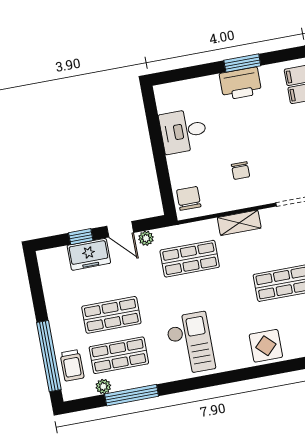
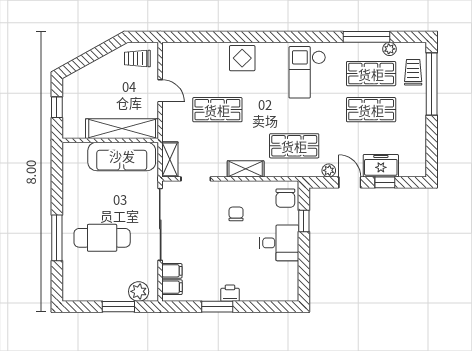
printer: (241, 84) -> (230, 293), width x0.53, depth x0.68
desk: (183, 131) -> (279, 243), moved
window: (163, 177) -> (304, 221), added

